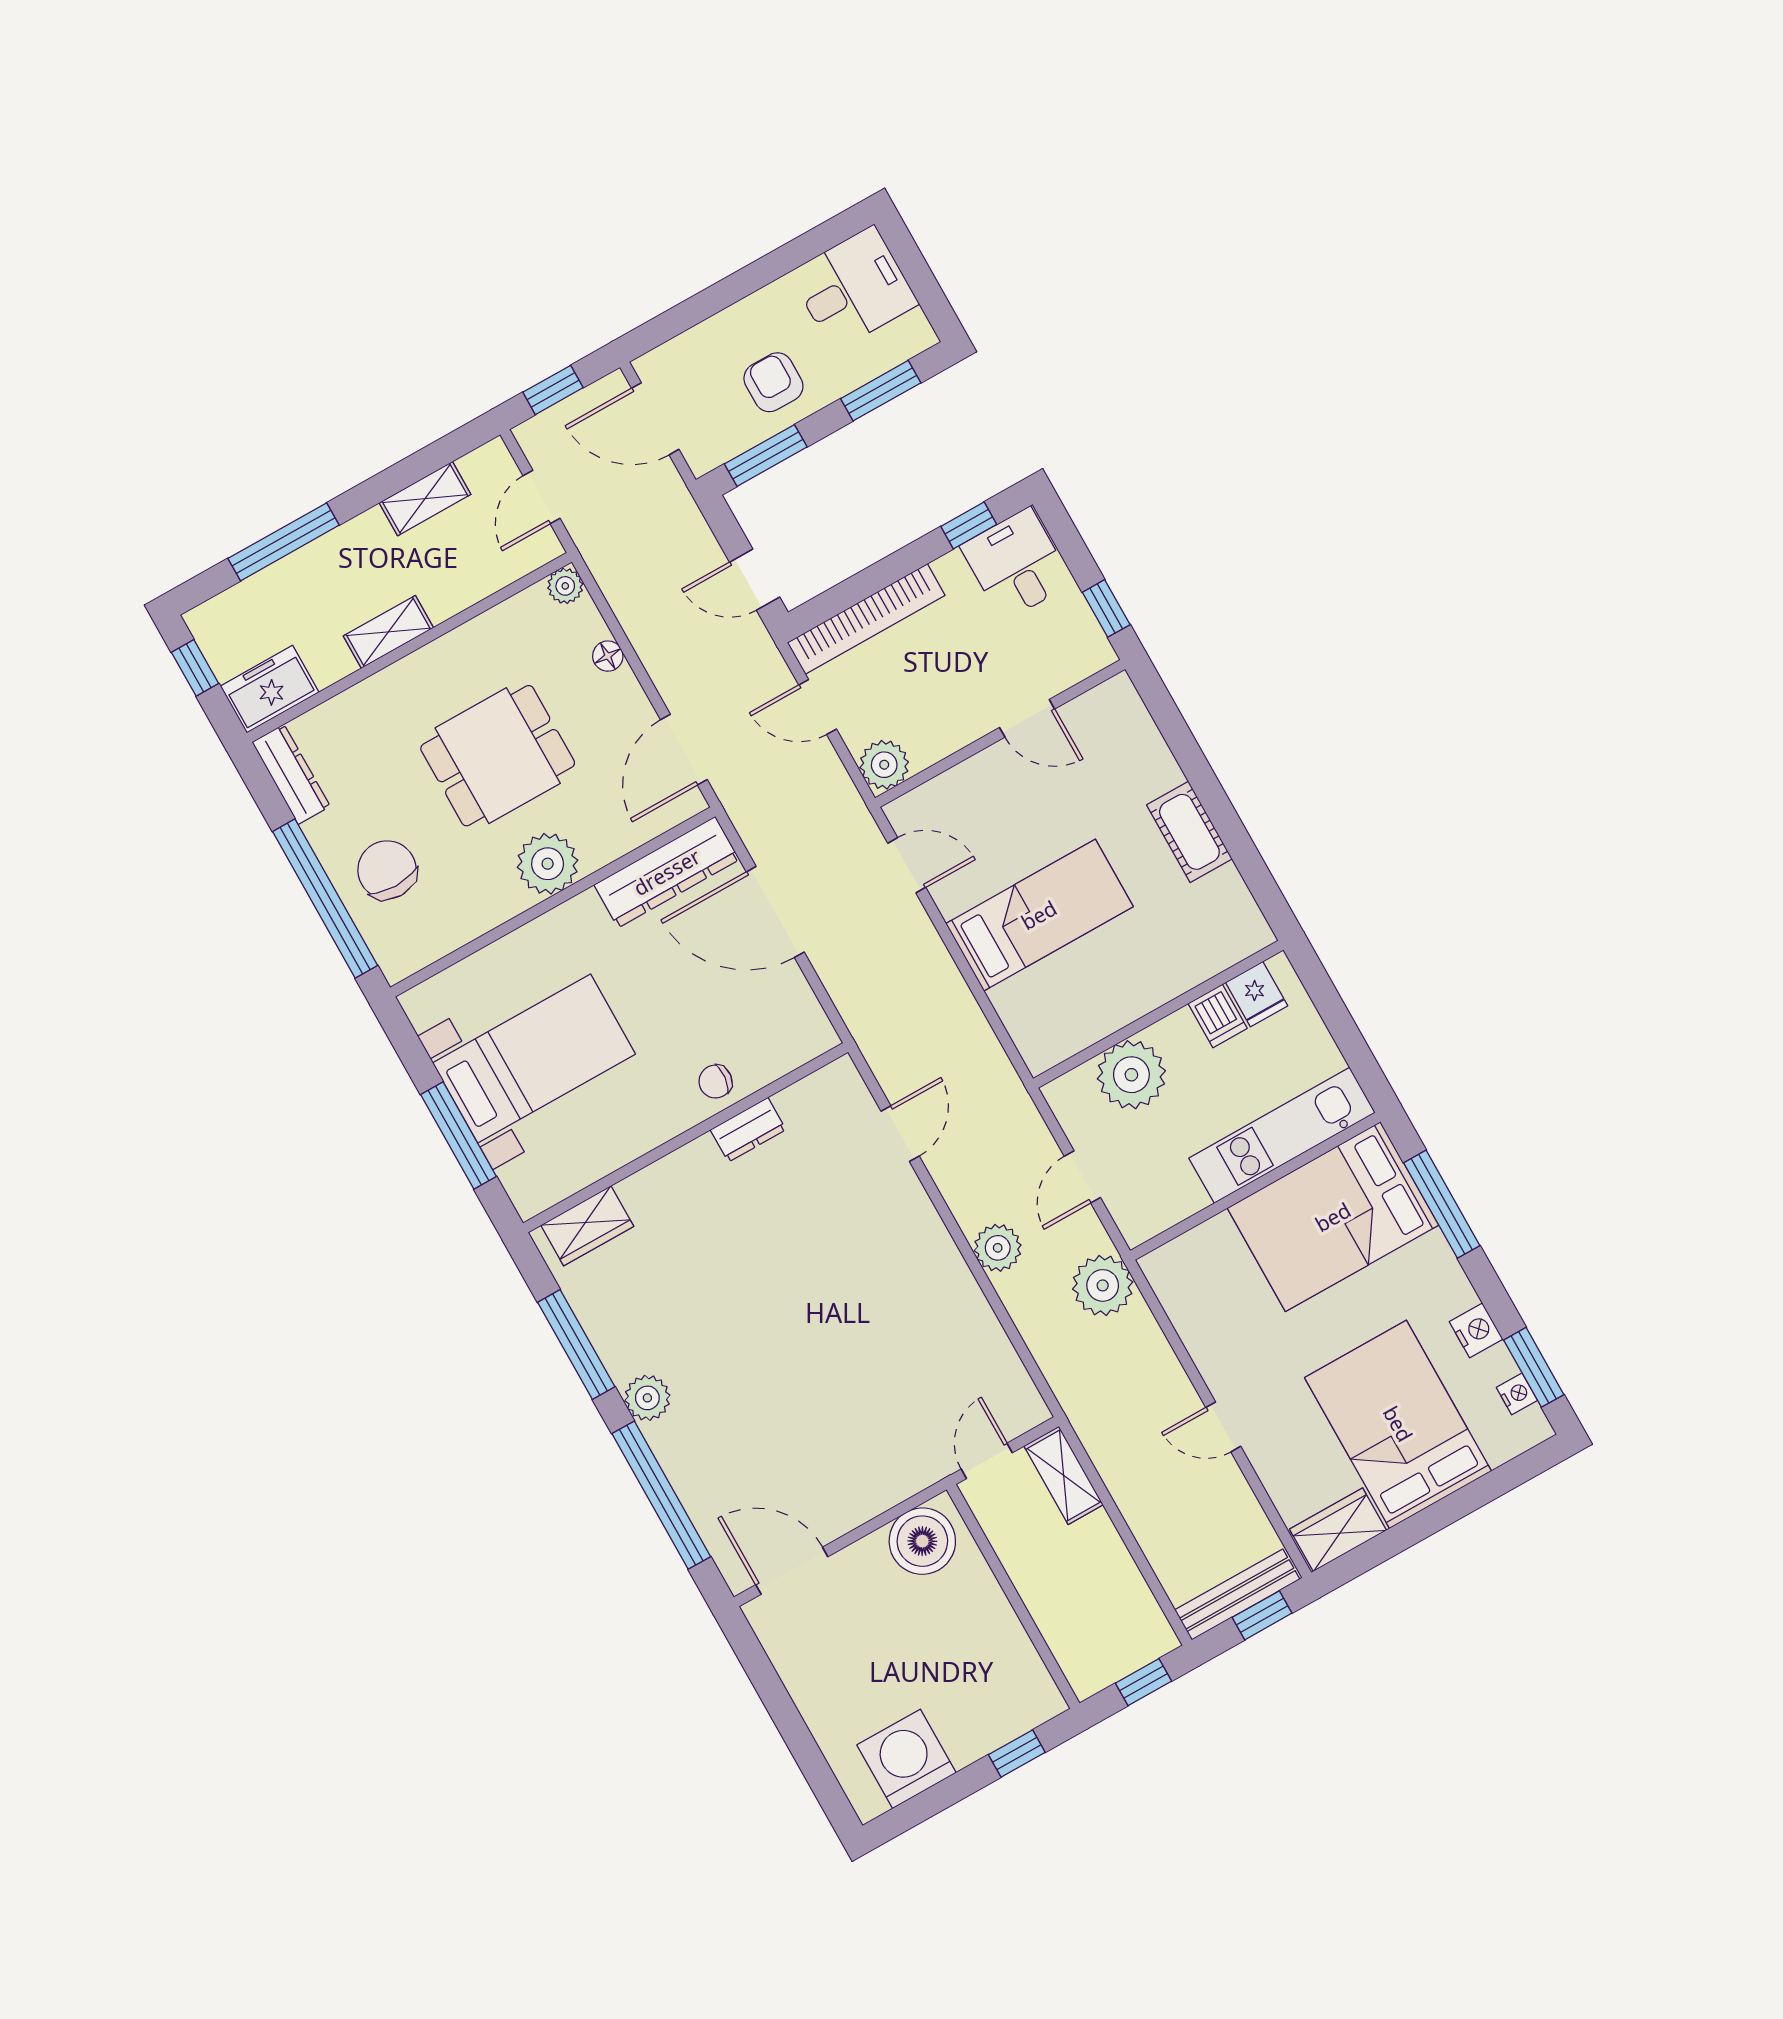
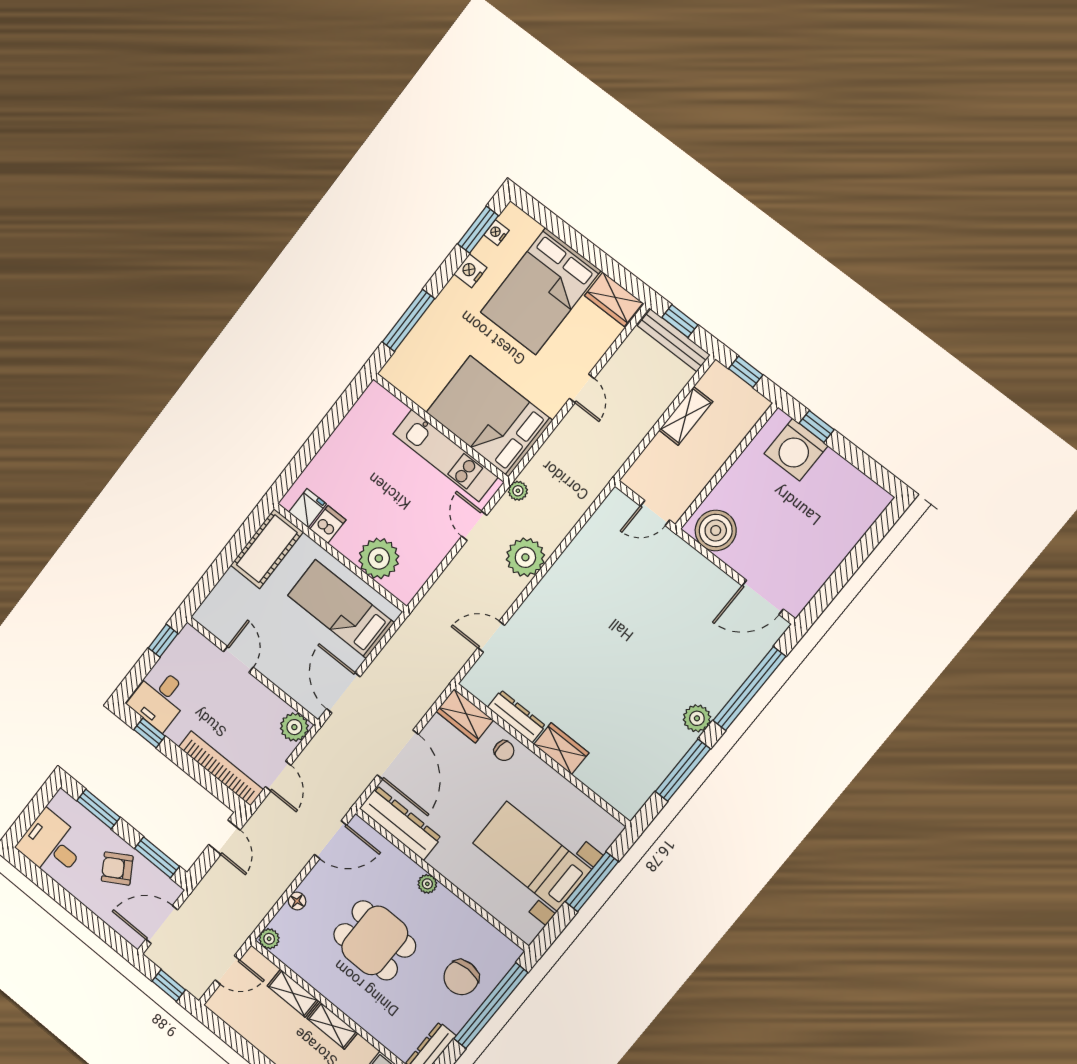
armchair: (773, 382) -> (117, 868), turned 59
door: (655, 419) -> (162, 925), swing flipped
shelving: (425, 499) -> (293, 993), moved
cot: (1189, 832) -> (267, 549), width x1.37, depth x1.34
plant: (548, 864) -> (427, 884), width x0.53, depth x0.53
door: (907, 865) -> (343, 693), width x1.38
fridge: (1257, 994) -> (307, 508), moved
wall: (1158, 1014) -> (340, 557), moved
dishwasher: (1218, 1016) -> (328, 525), moved
wardrobe: (794, 1042) -> (465, 716), added
plant: (1131, 1075) -> (379, 558), moved
dresser: (748, 1130) -> (517, 716), width x1.44
kitchen unit: (1282, 1135) -> (445, 456), moved
door: (1082, 1177) -> (474, 526), swing flipped
bed: (1333, 1217) -> (489, 416), moved, turned 180
wardrobe: (587, 1226) -> (561, 749), moved
plant: (998, 1248) -> (525, 557), width x1.36, depth x1.36
plant: (1103, 1285) -> (518, 491), width x0.53, depth x0.53
shelving: (1064, 1475) -> (686, 416), moved
door: (792, 1571) -> (763, 597), hinge flipped
washing machine: (906, 1759) -> (796, 450), moved

